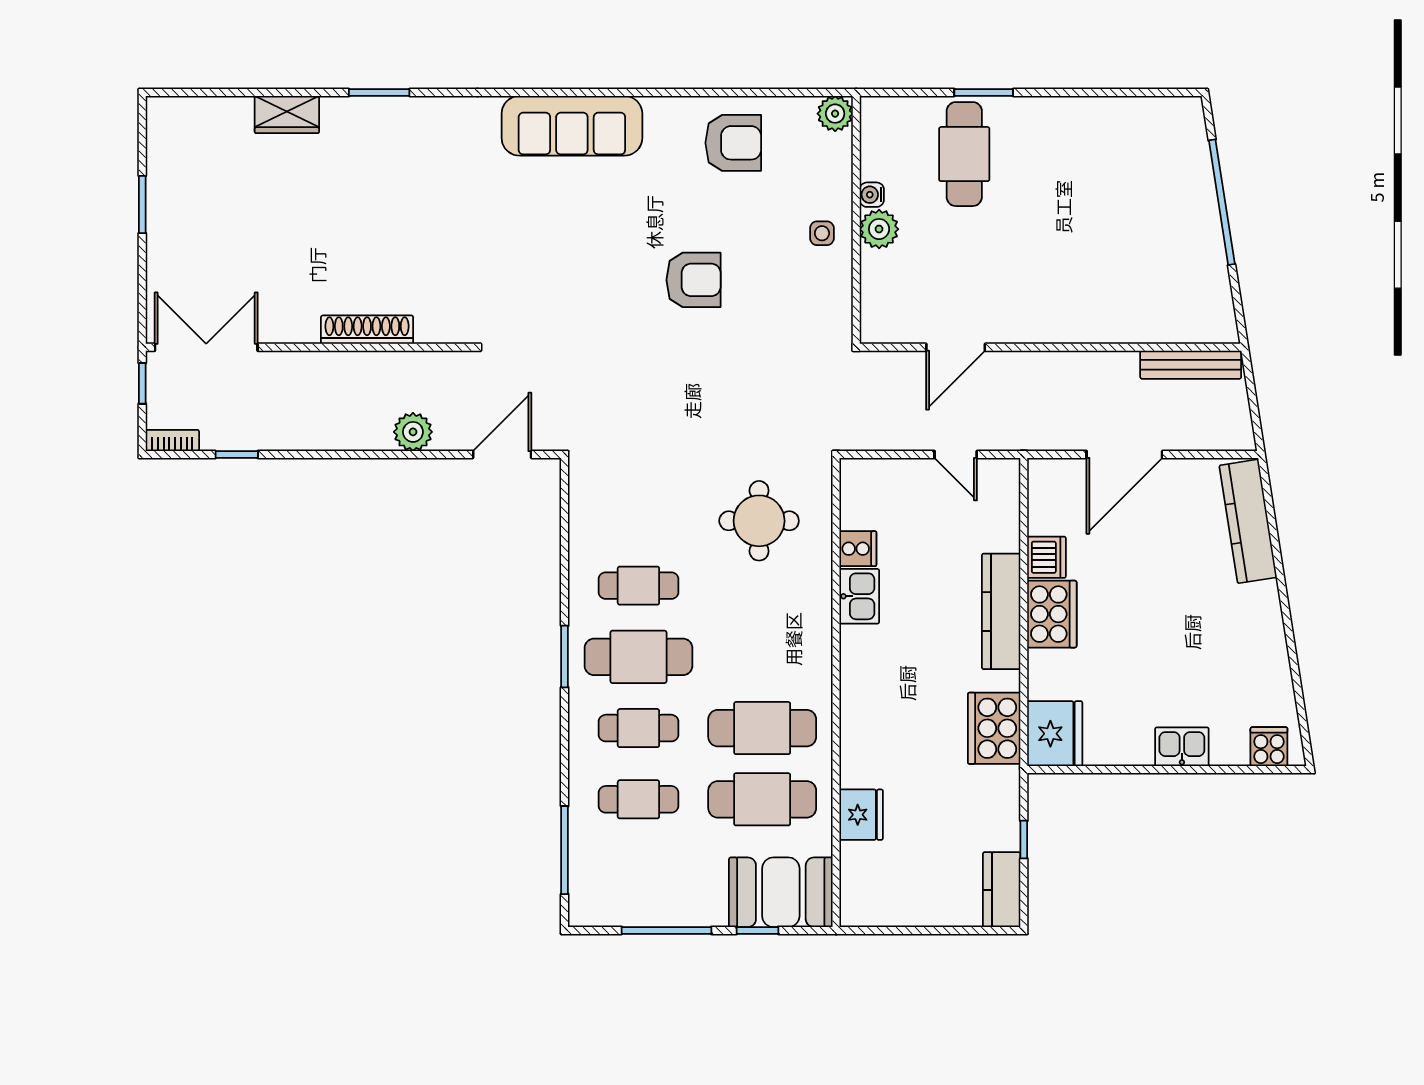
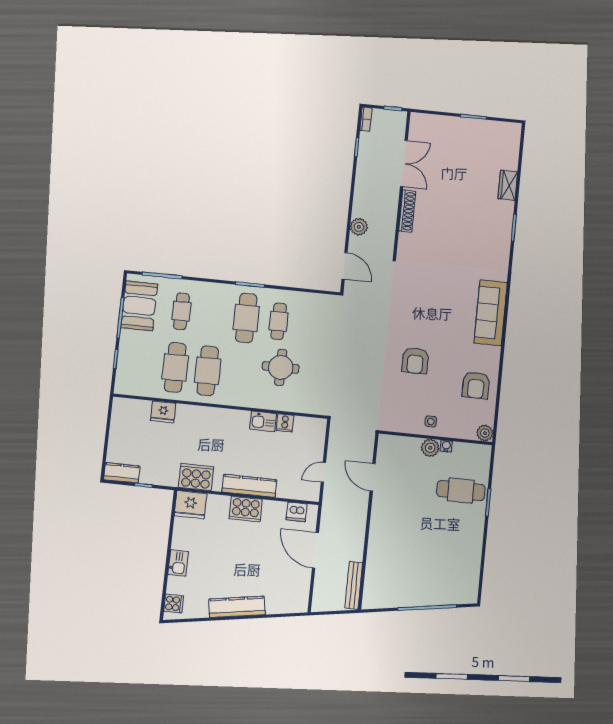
double door: (206, 347) -> (404, 163), moved
round table: (759, 521) -> (281, 367), moved
kitchen counter: (1248, 521) -> (237, 607), moved
dishwasher: (1046, 557) -> (297, 512), moved
cafe table: (638, 728) -> (214, 315), removed
booth: (781, 892) -> (139, 306), moved

